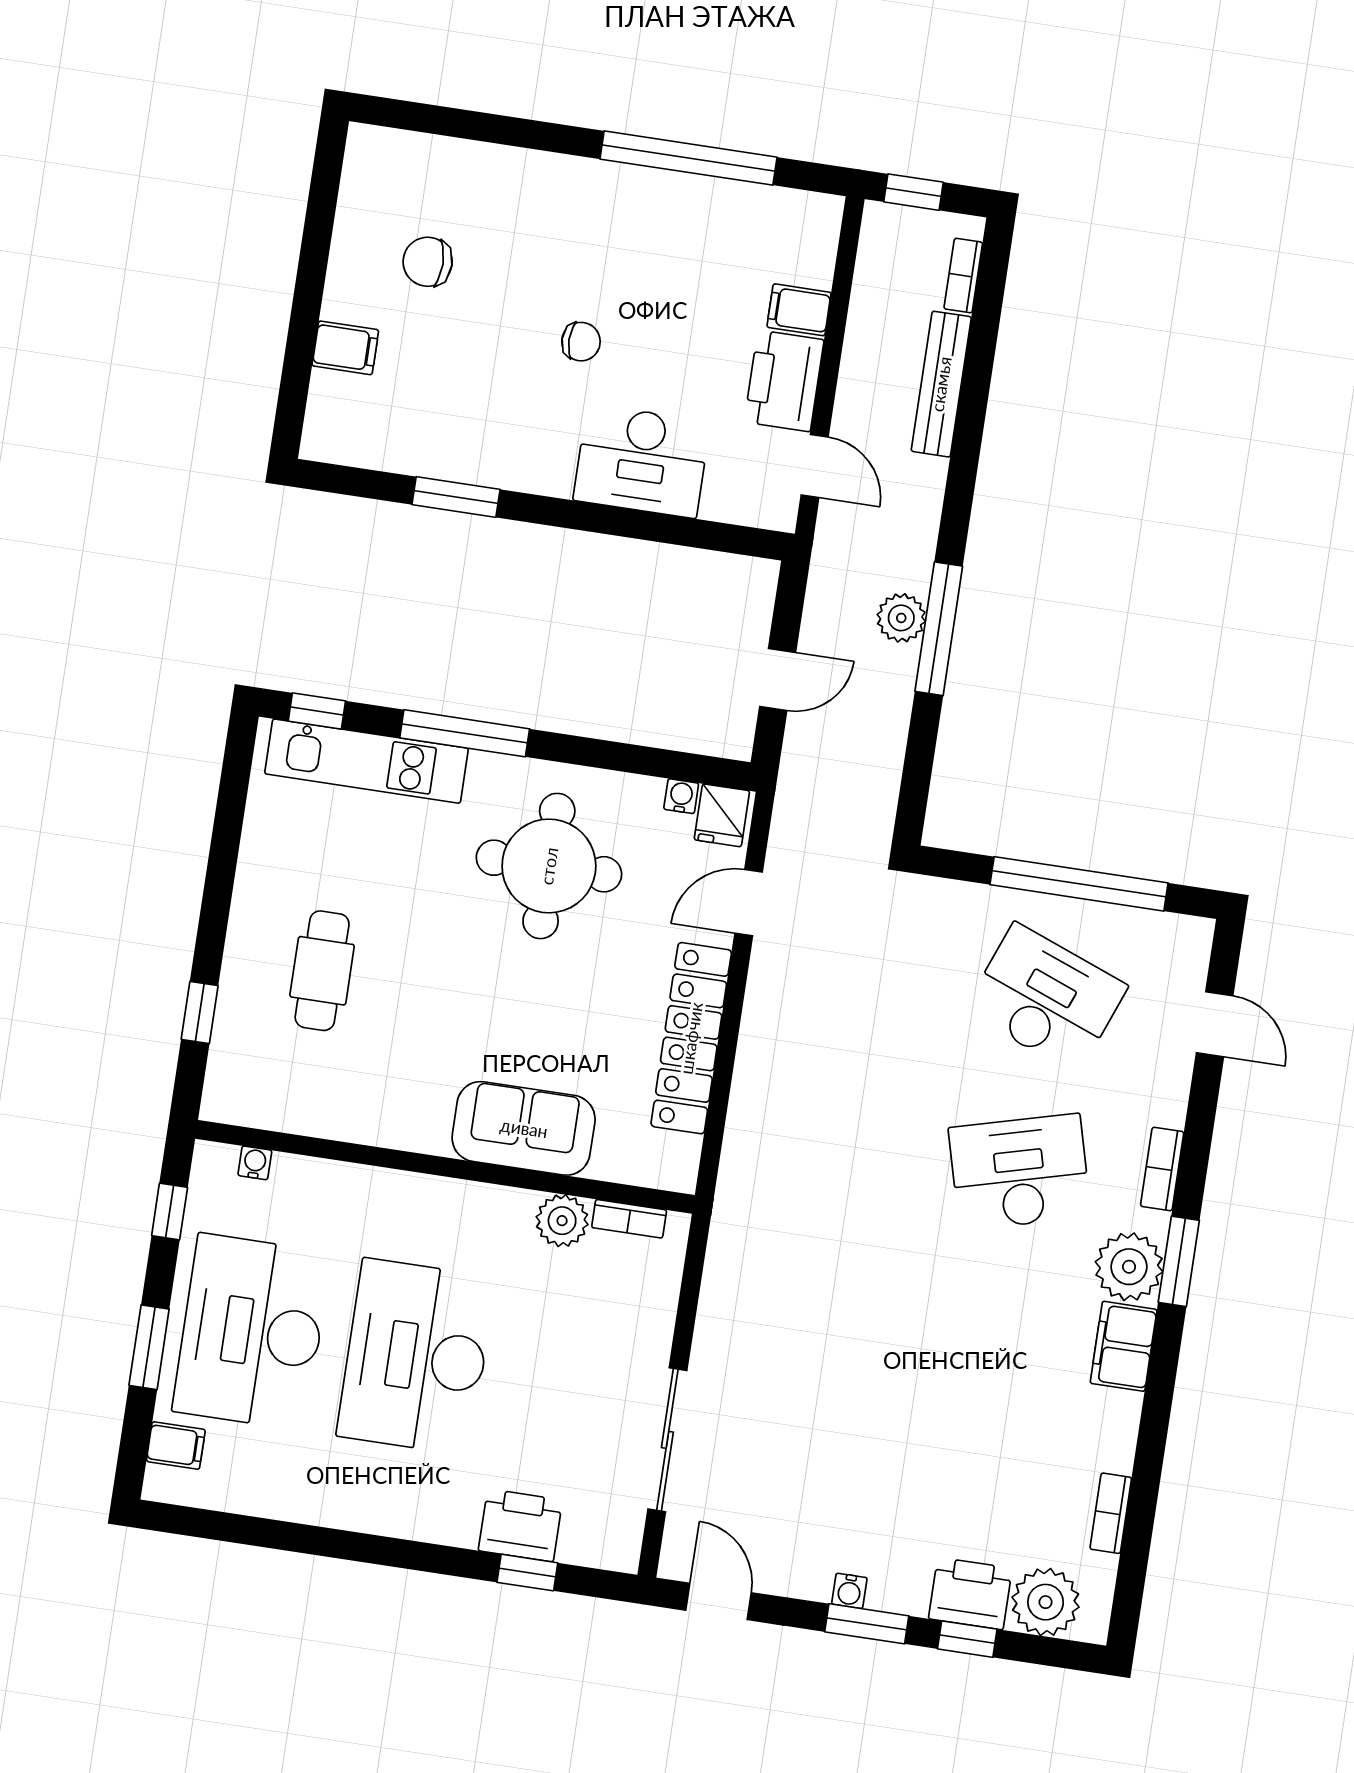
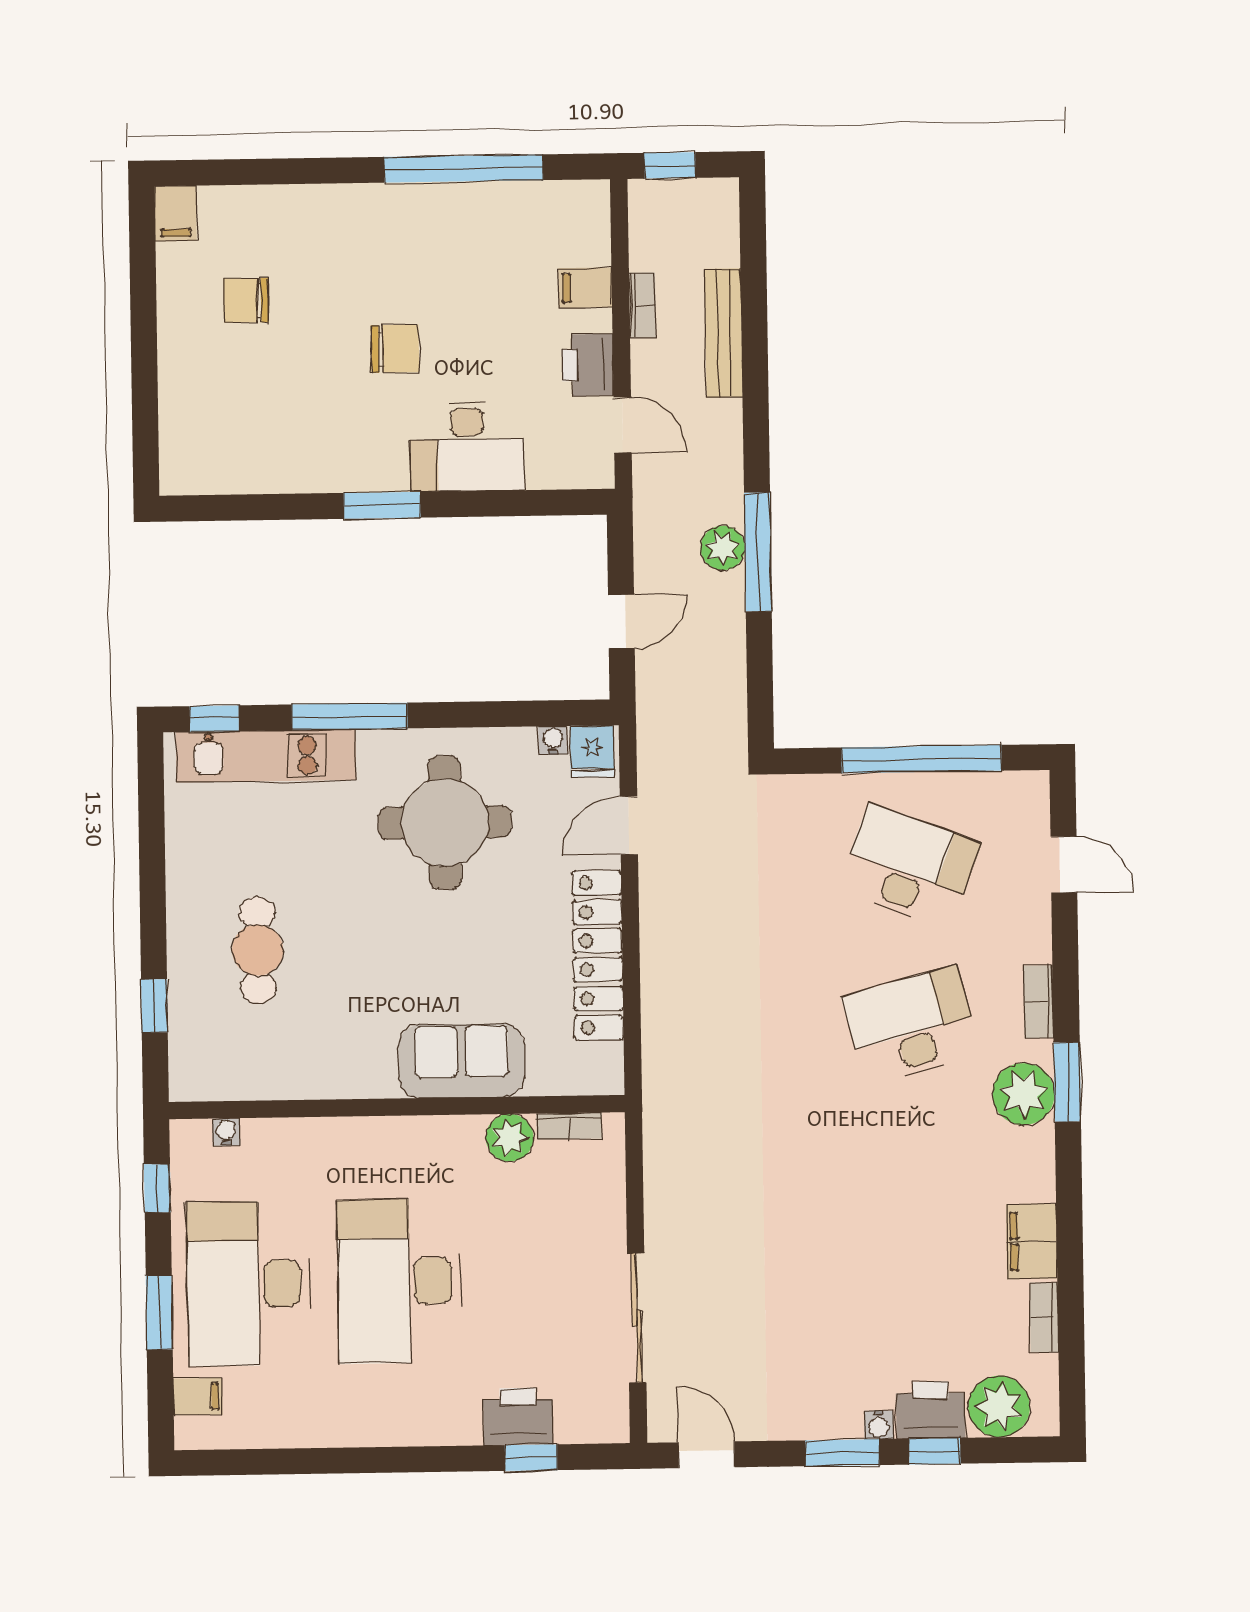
bookcase: (963, 276) -> (642, 305), moved, turned 180
chair: (581, 342) -> (395, 349), width x1.37, depth x1.37
filing cabinet: (345, 348) -> (176, 214), moved, turned 90
printer: (784, 381) -> (588, 365), width x0.73, depth x0.84
window: (456, 497) -> (382, 505), moved
filing cabinet: (1124, 1346) -> (1032, 1241), moved
water cooler: (849, 1591) -> (879, 1425), moved

